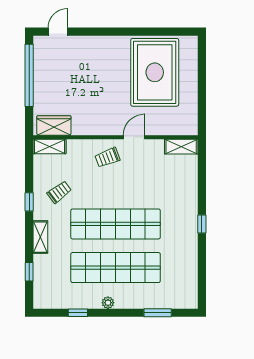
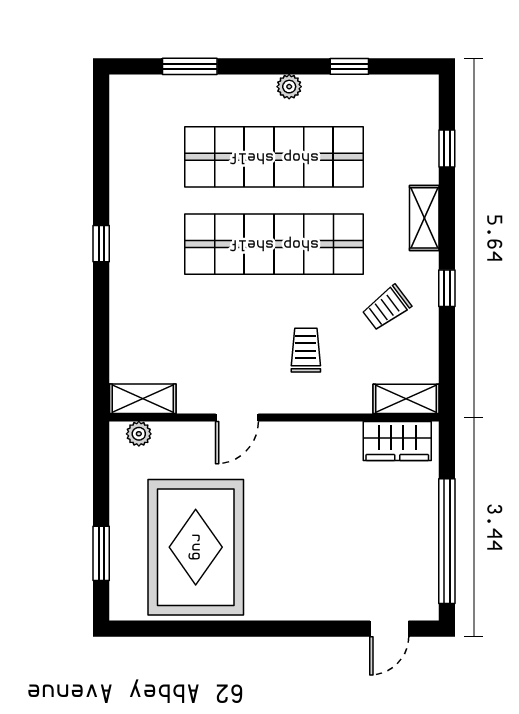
window: (202, 69) -> (101, 553), added
plant: (183, 129) -> (139, 434), added
trolley: (107, 157) -> (306, 350), moved, turned -69

